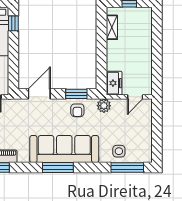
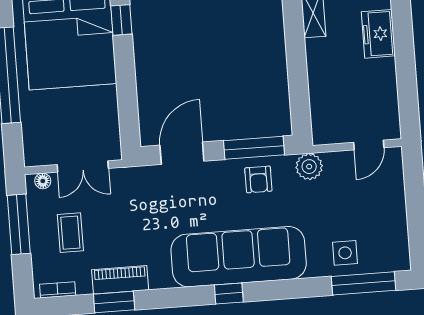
freezer: (114, 83) -> (378, 34), moved, turned 180
window: (76, 94) -> (254, 148), width x1.44
window: (58, 167) -> (229, 293), width x0.46

